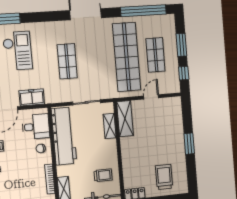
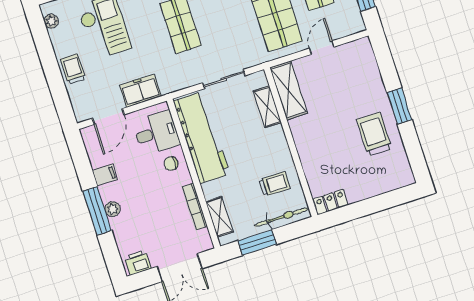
trolley: (164, 177) -> (374, 134), moved

